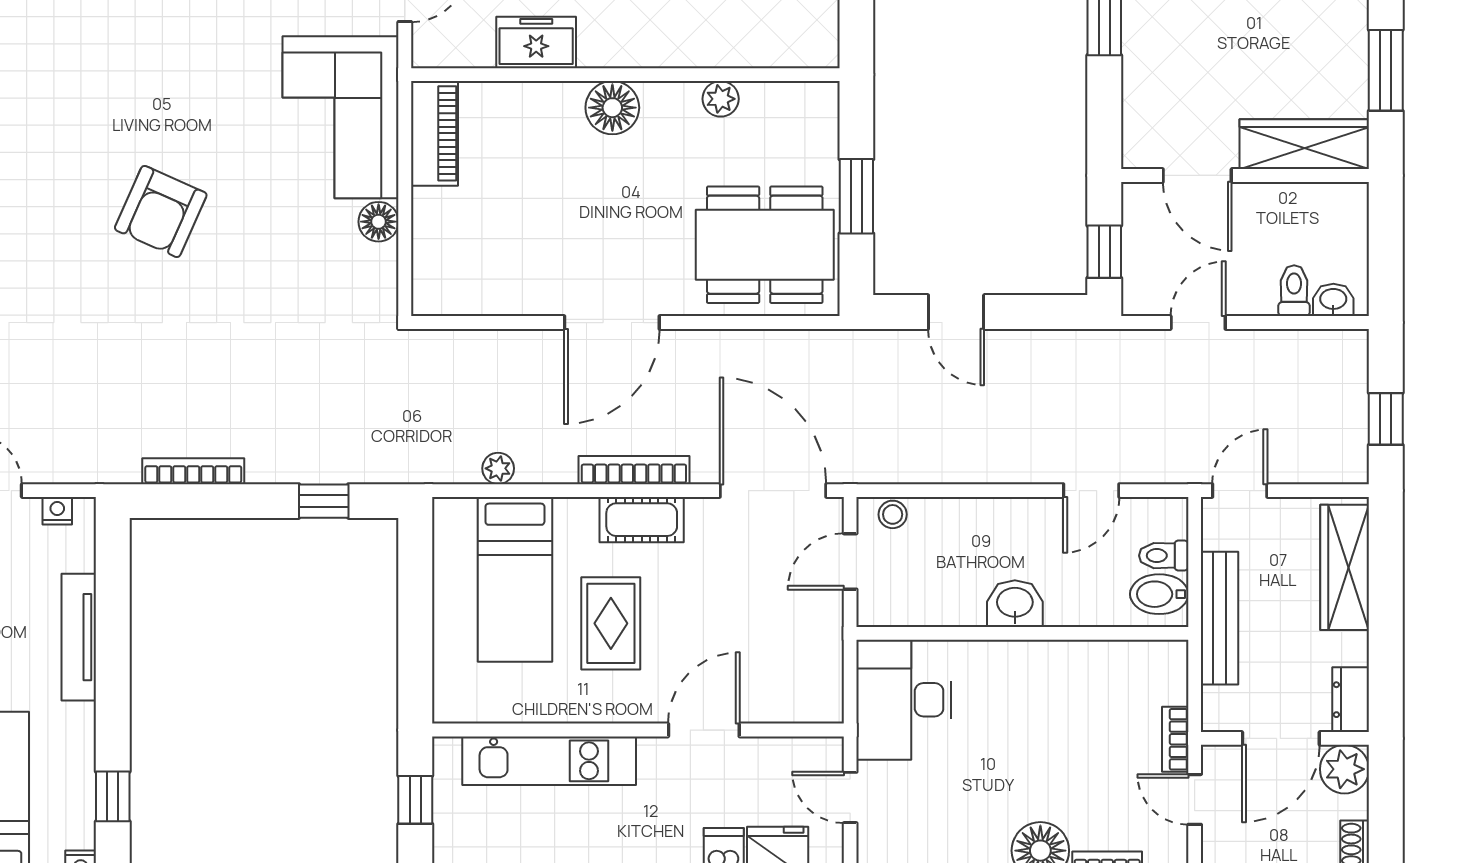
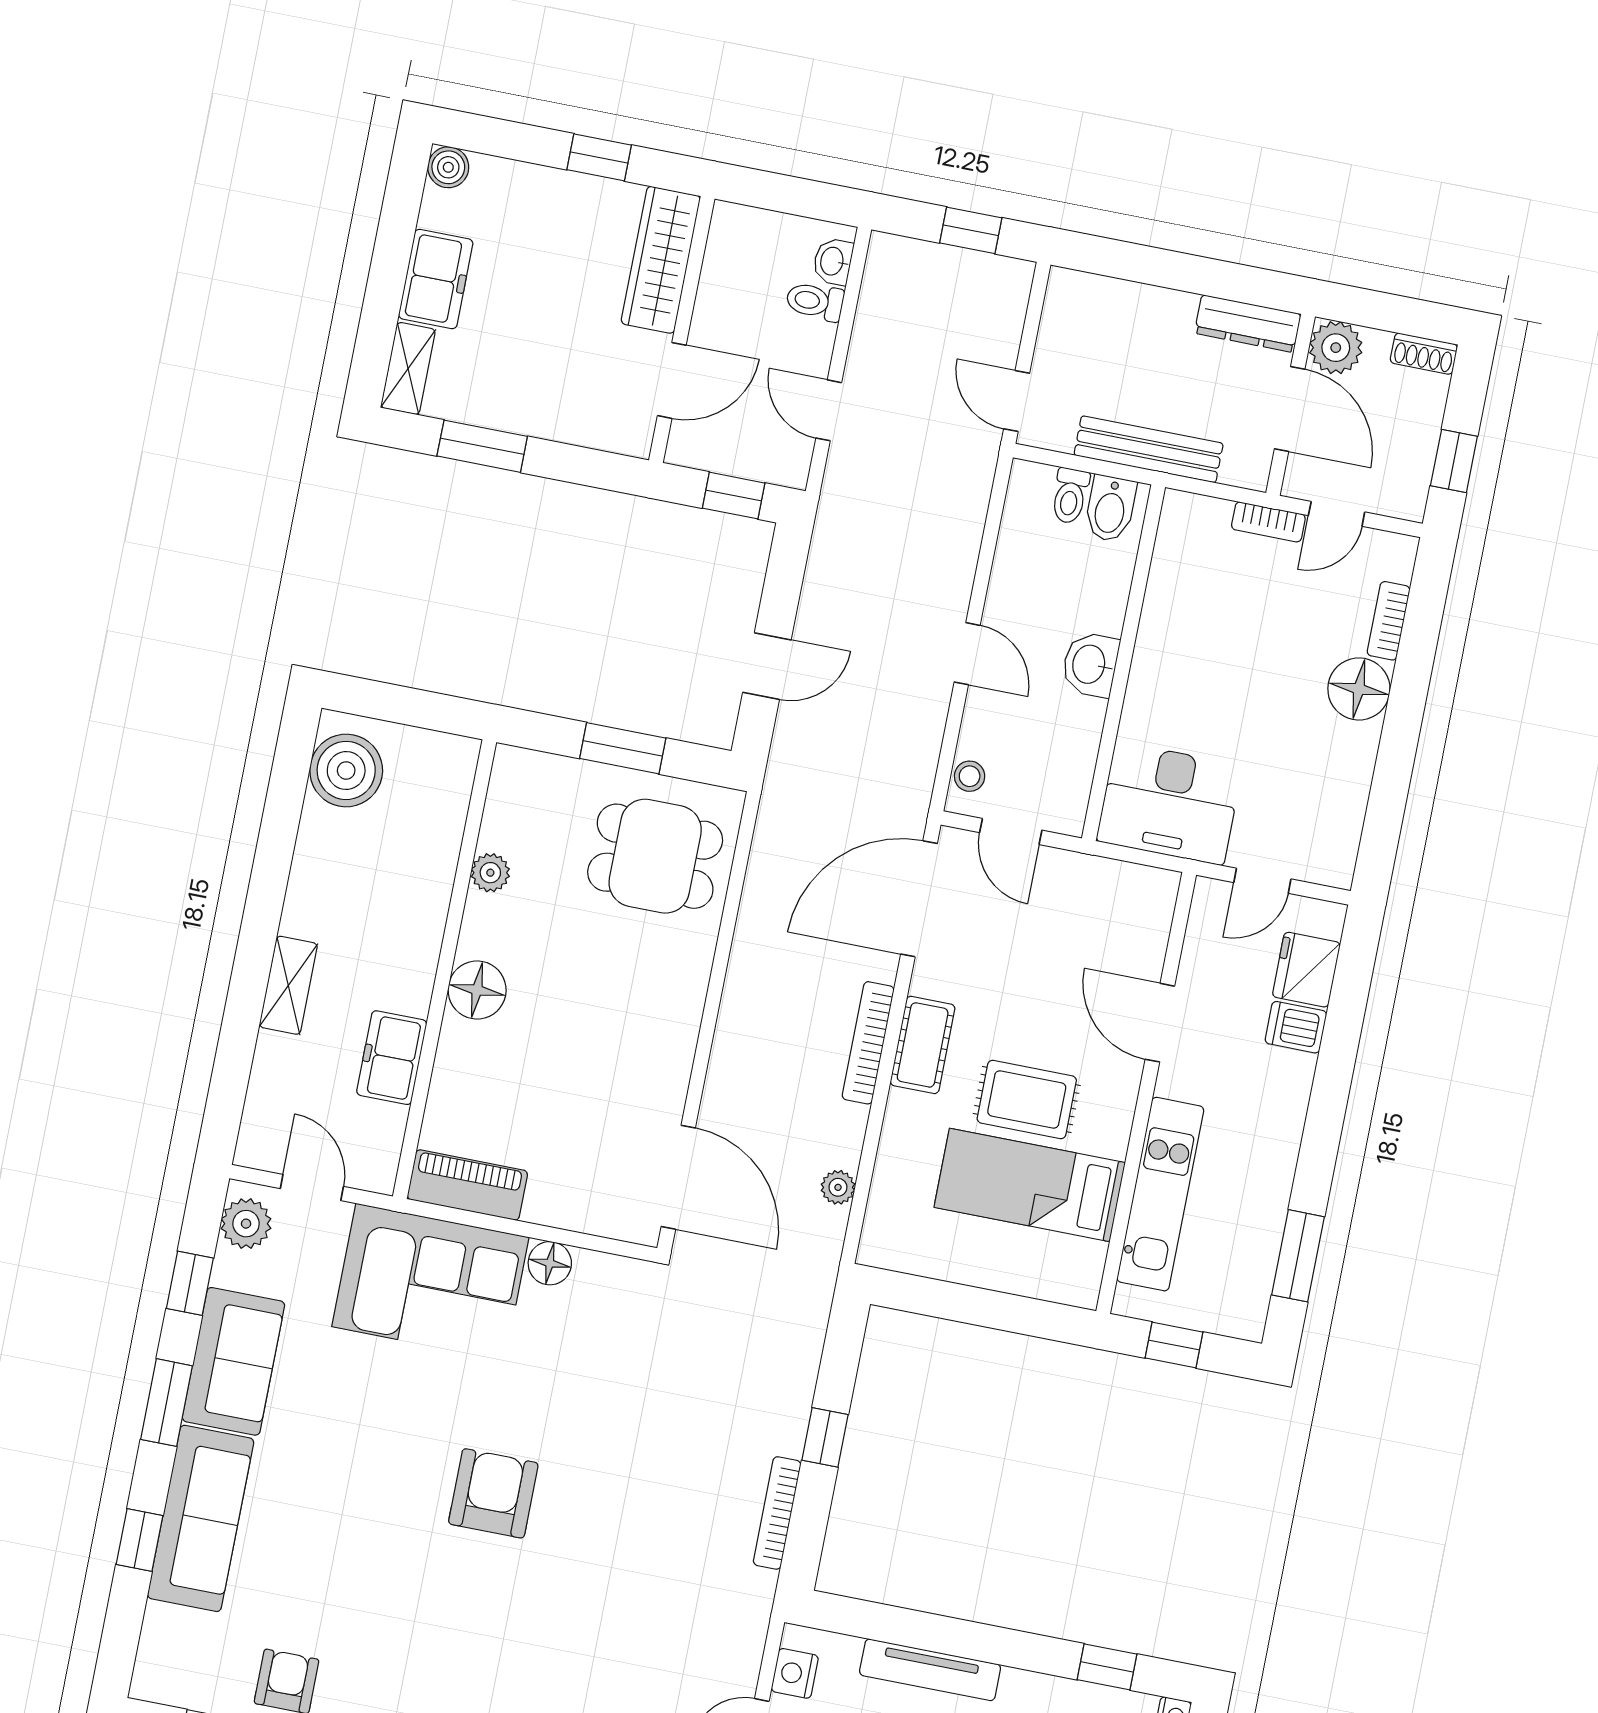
window: (1386, 70) -> (599, 157), width x0.67
armchair: (161, 211) -> (493, 1493), turned -114
dining table: (765, 245) -> (655, 856), width x0.73
door: (612, 323) -> (678, 1177), moved
door: (1091, 491) -> (967, 654), moved
window: (324, 501) -> (825, 1437), moved
nightstand: (57, 511) -> (795, 1673), width x1.39, depth x1.35
wardrobe: (1345, 567) -> (1120, 305), removed
bed: (515, 579) -> (1030, 1185), moved, turned 180
dresser: (1351, 700) -> (1248, 324), width x1.44

